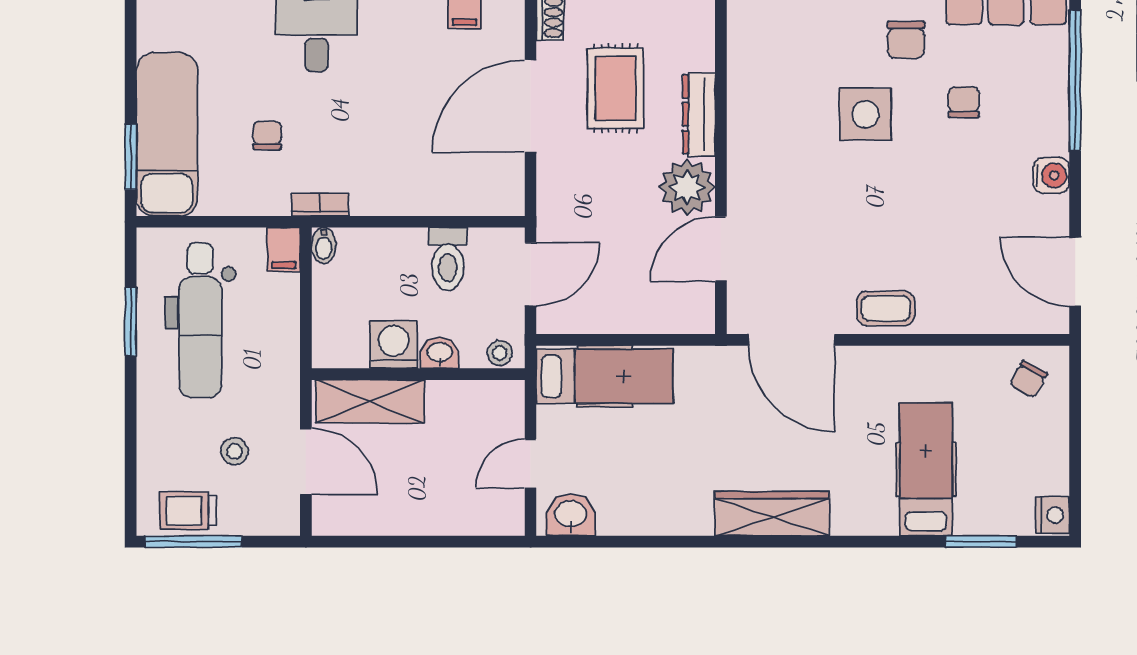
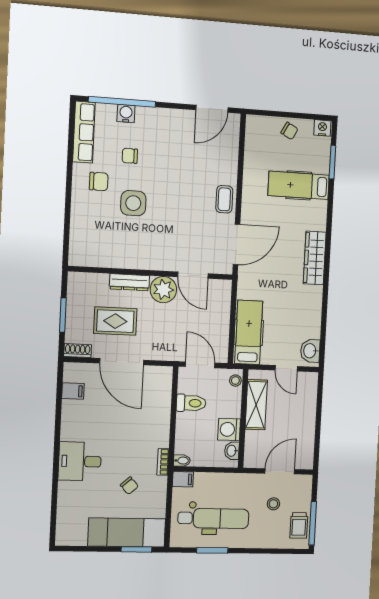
chair: (267, 135) -> (129, 486), turned -132
water cooler: (1051, 175) -> (126, 114), moved
washbasin: (440, 353) -> (232, 451), moved
chair: (1029, 379) -> (289, 131), moved
shelving: (370, 401) -> (256, 405), moved

